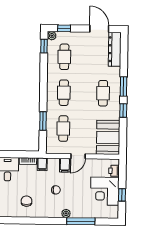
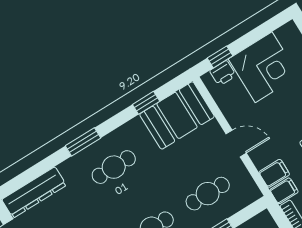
window: (123, 111) -> (146, 103), moved
filing cabinet: (65, 165) -> (274, 173), moved
window: (122, 195) -> (220, 57), moved

